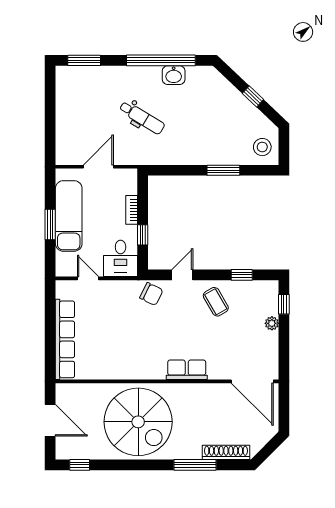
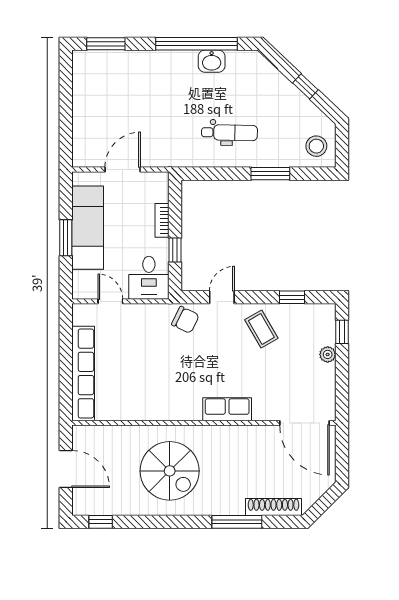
dental chair: (142, 118) -> (229, 133), moved, turned -30
spiral stairs: (138, 422) -> (170, 471), width x0.73, depth x0.73

